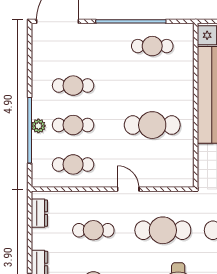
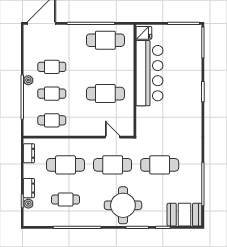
cafe table: (152, 46) -> (105, 40), width x1.37, depth x1.35
plant: (38, 126) -> (28, 80), moved
door: (128, 189) -> (113, 137), moved
cafe table: (93, 230) -> (66, 165), width x1.37, depth x1.35

